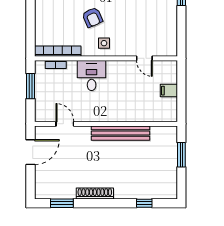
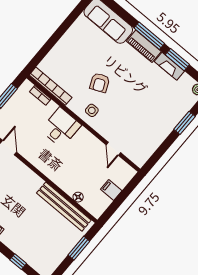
floor lamp: (149, 117) -> (78, 197), added
bench: (120, 133) -> (64, 207), moved

